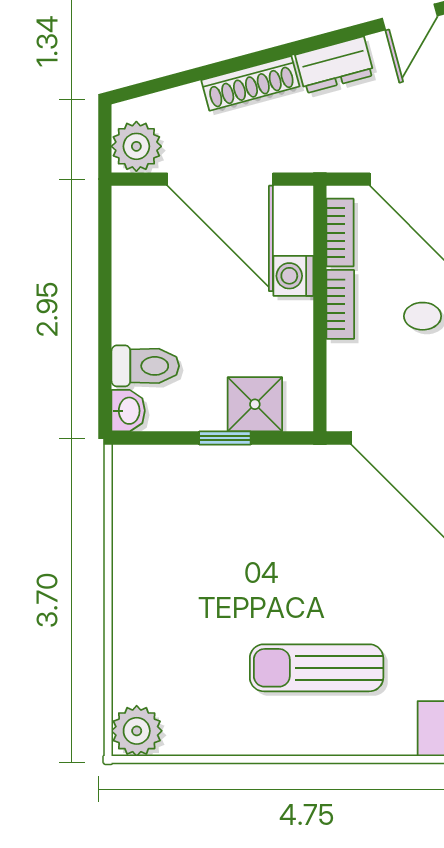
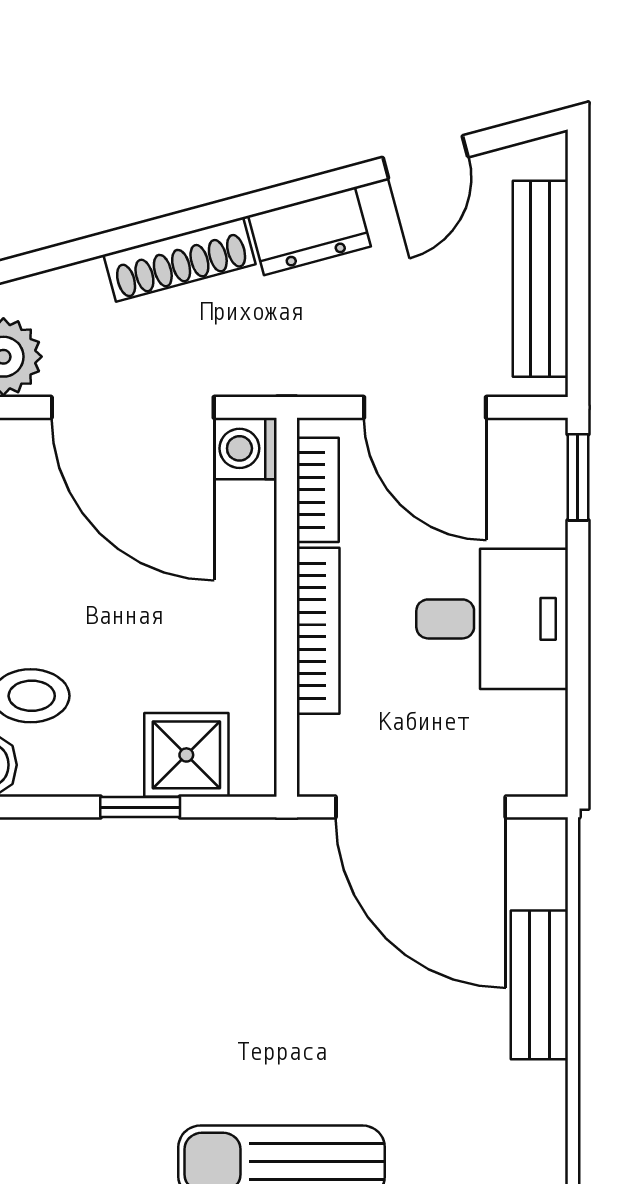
washing machine: (293, 276) -> (246, 448), moved
bookcase: (340, 304) -> (318, 631), width x1.56

